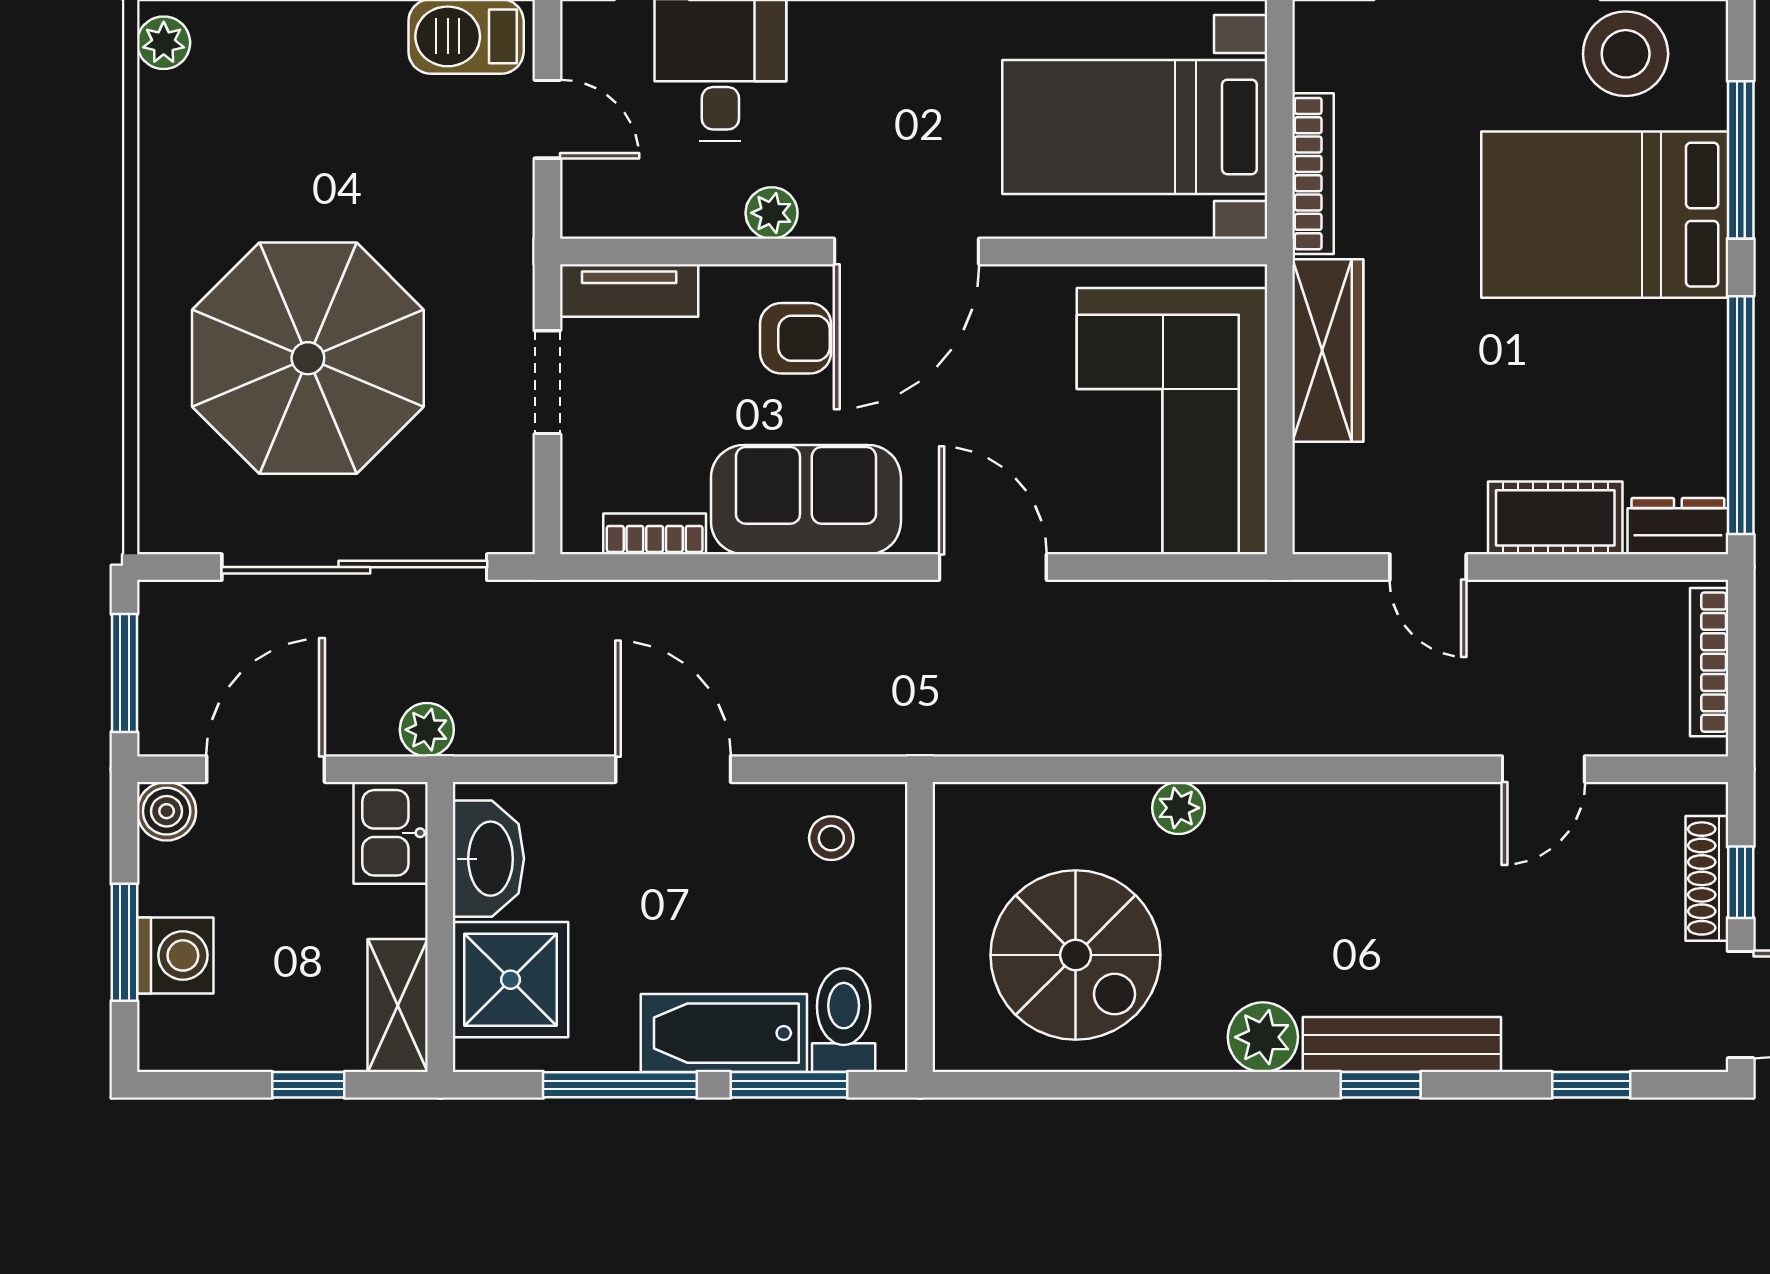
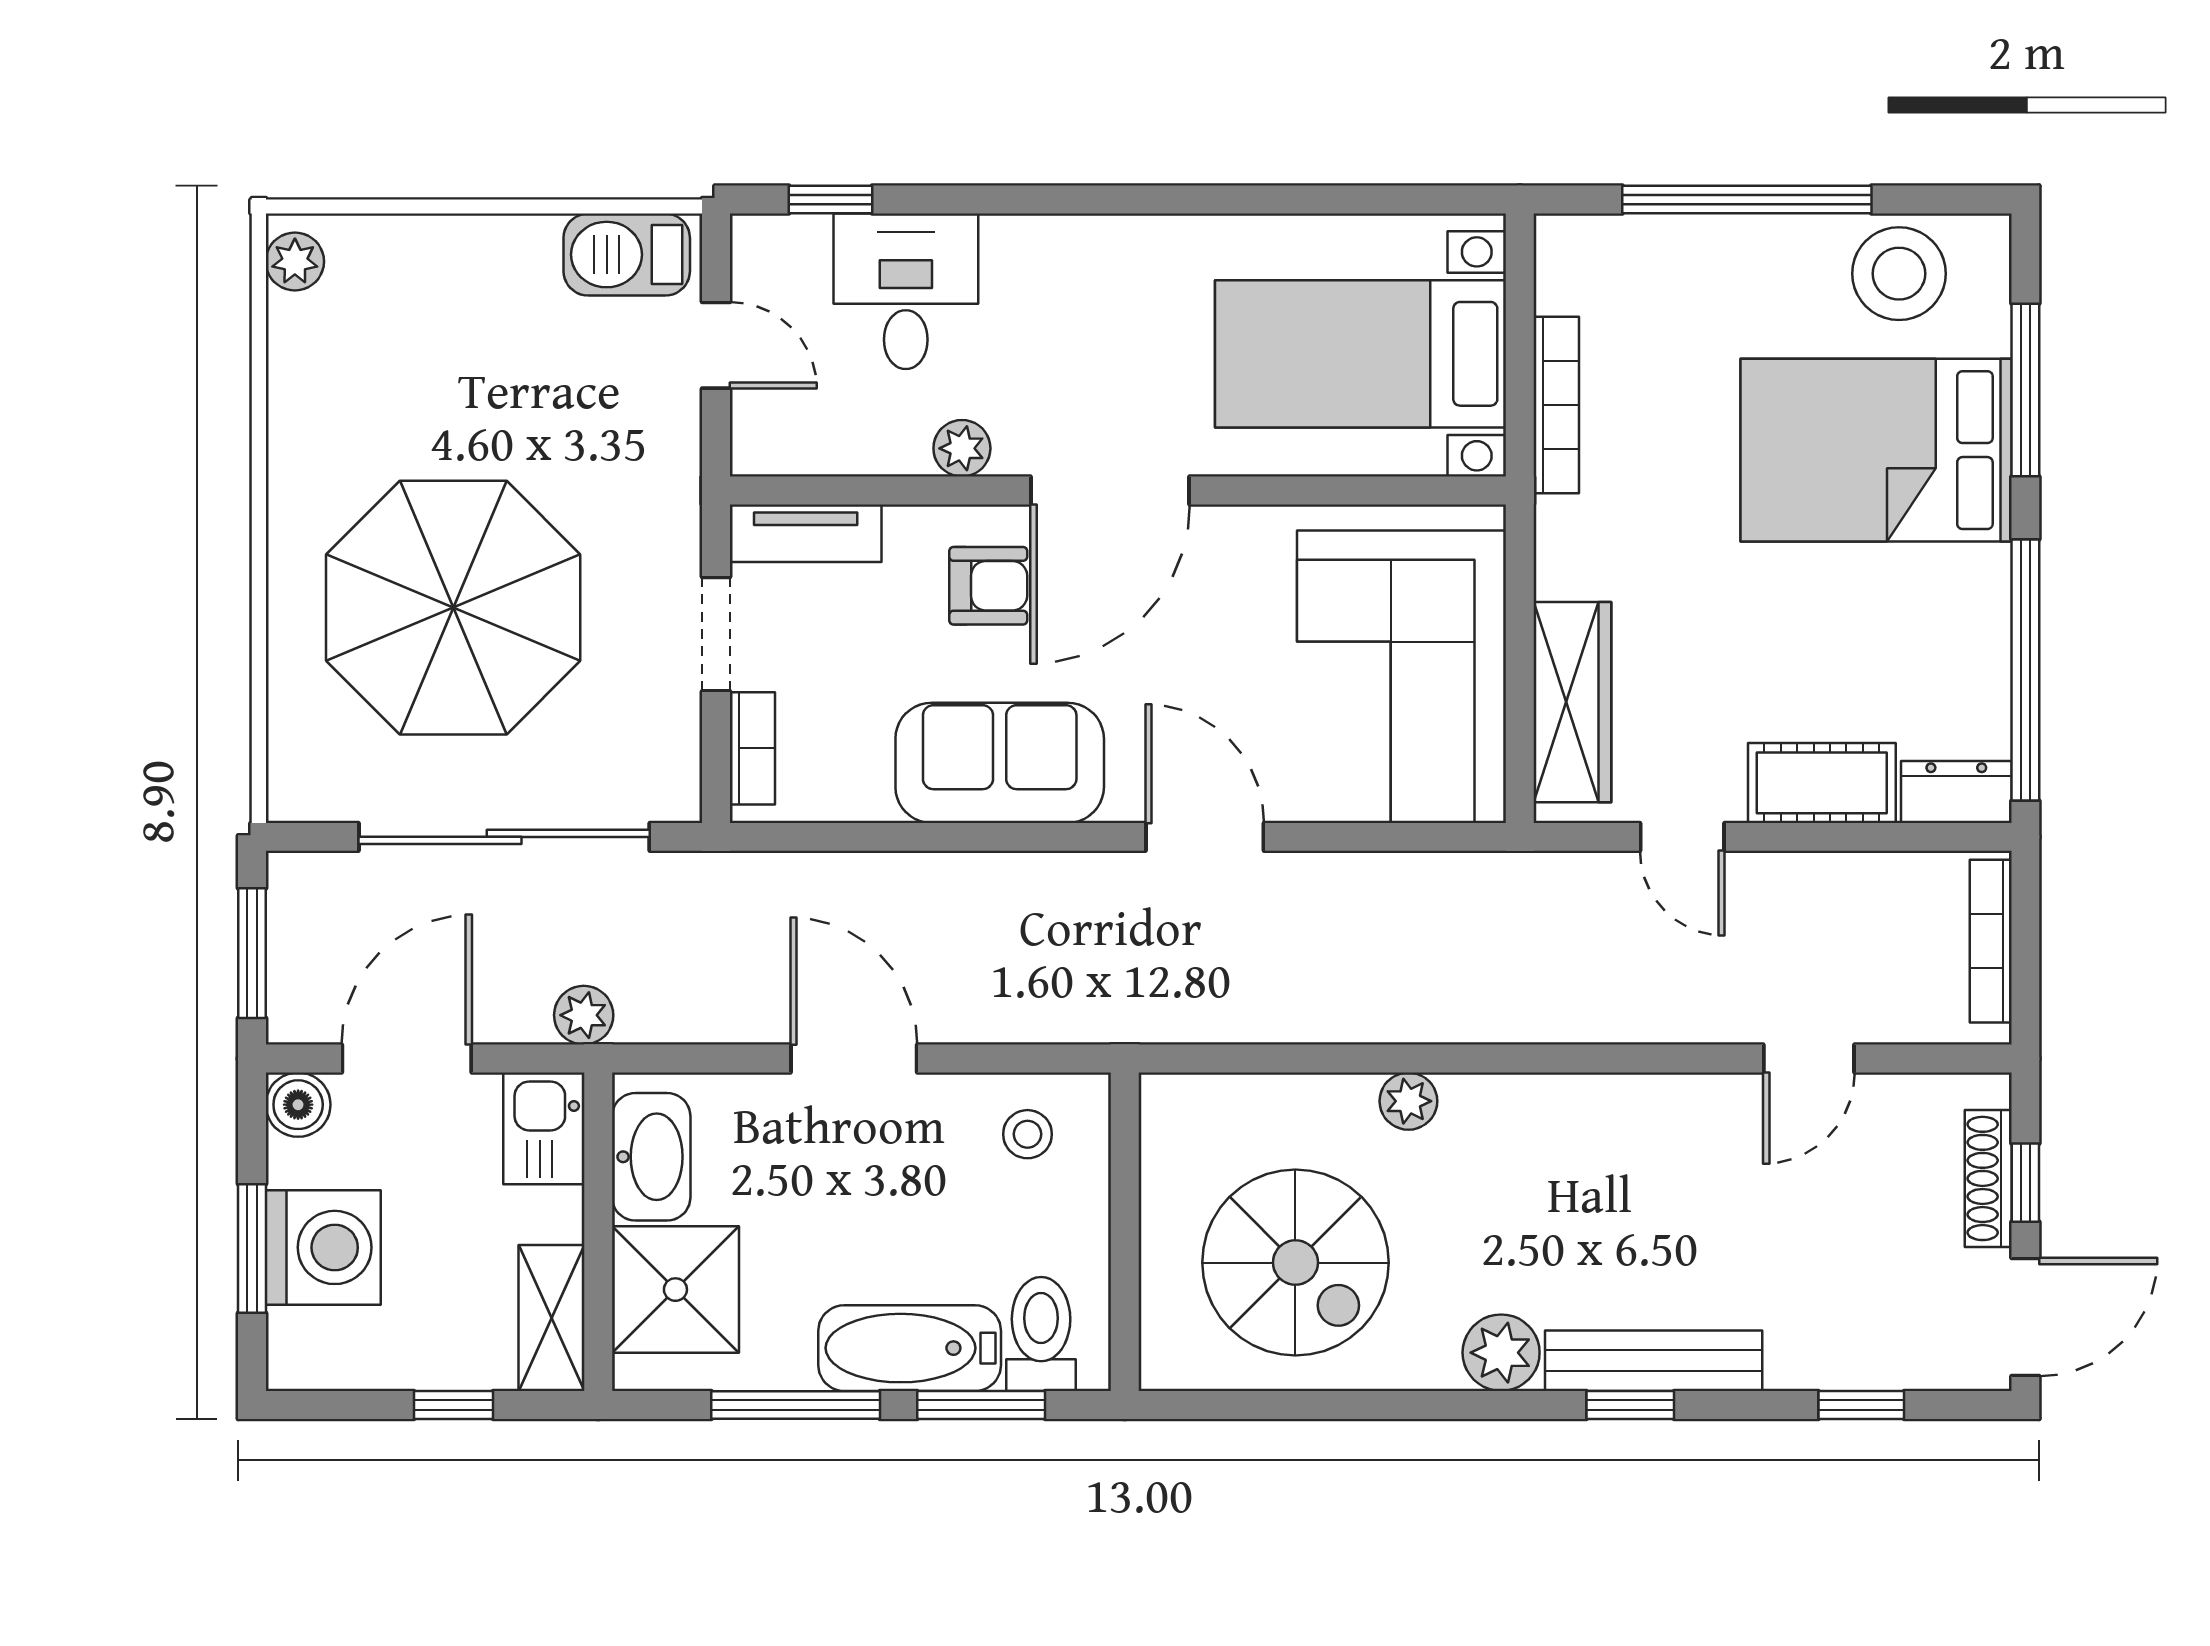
wardrobe: (1328, 351) -> (1572, 702), moved
bookcase: (655, 534) -> (752, 748), moved, turned 90
washing machine: (175, 955) -> (323, 1247), width x1.37, depth x1.37

